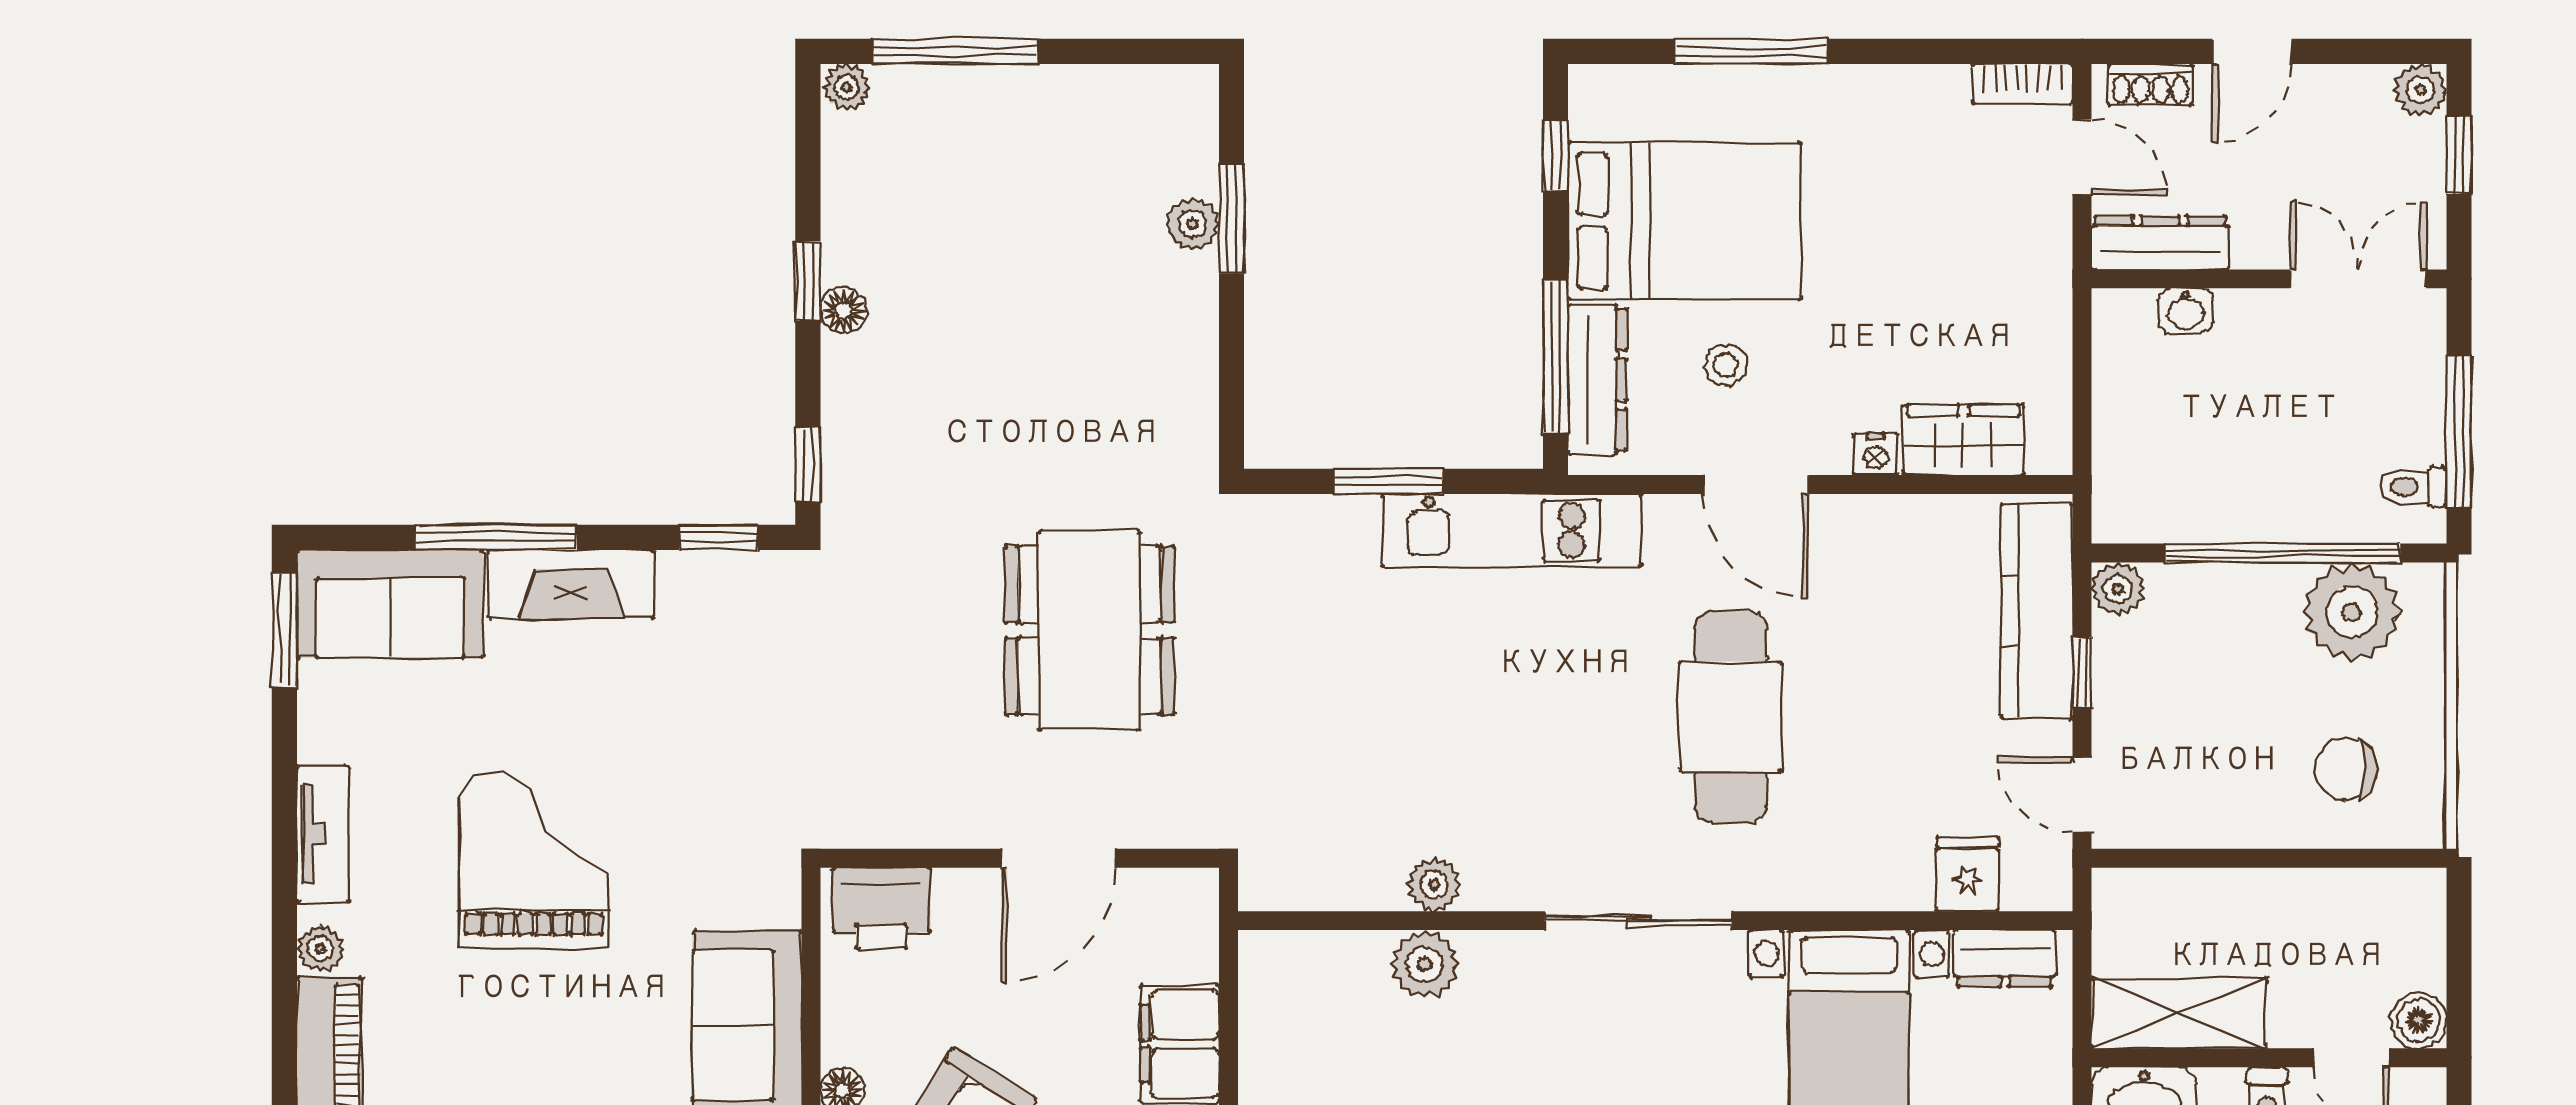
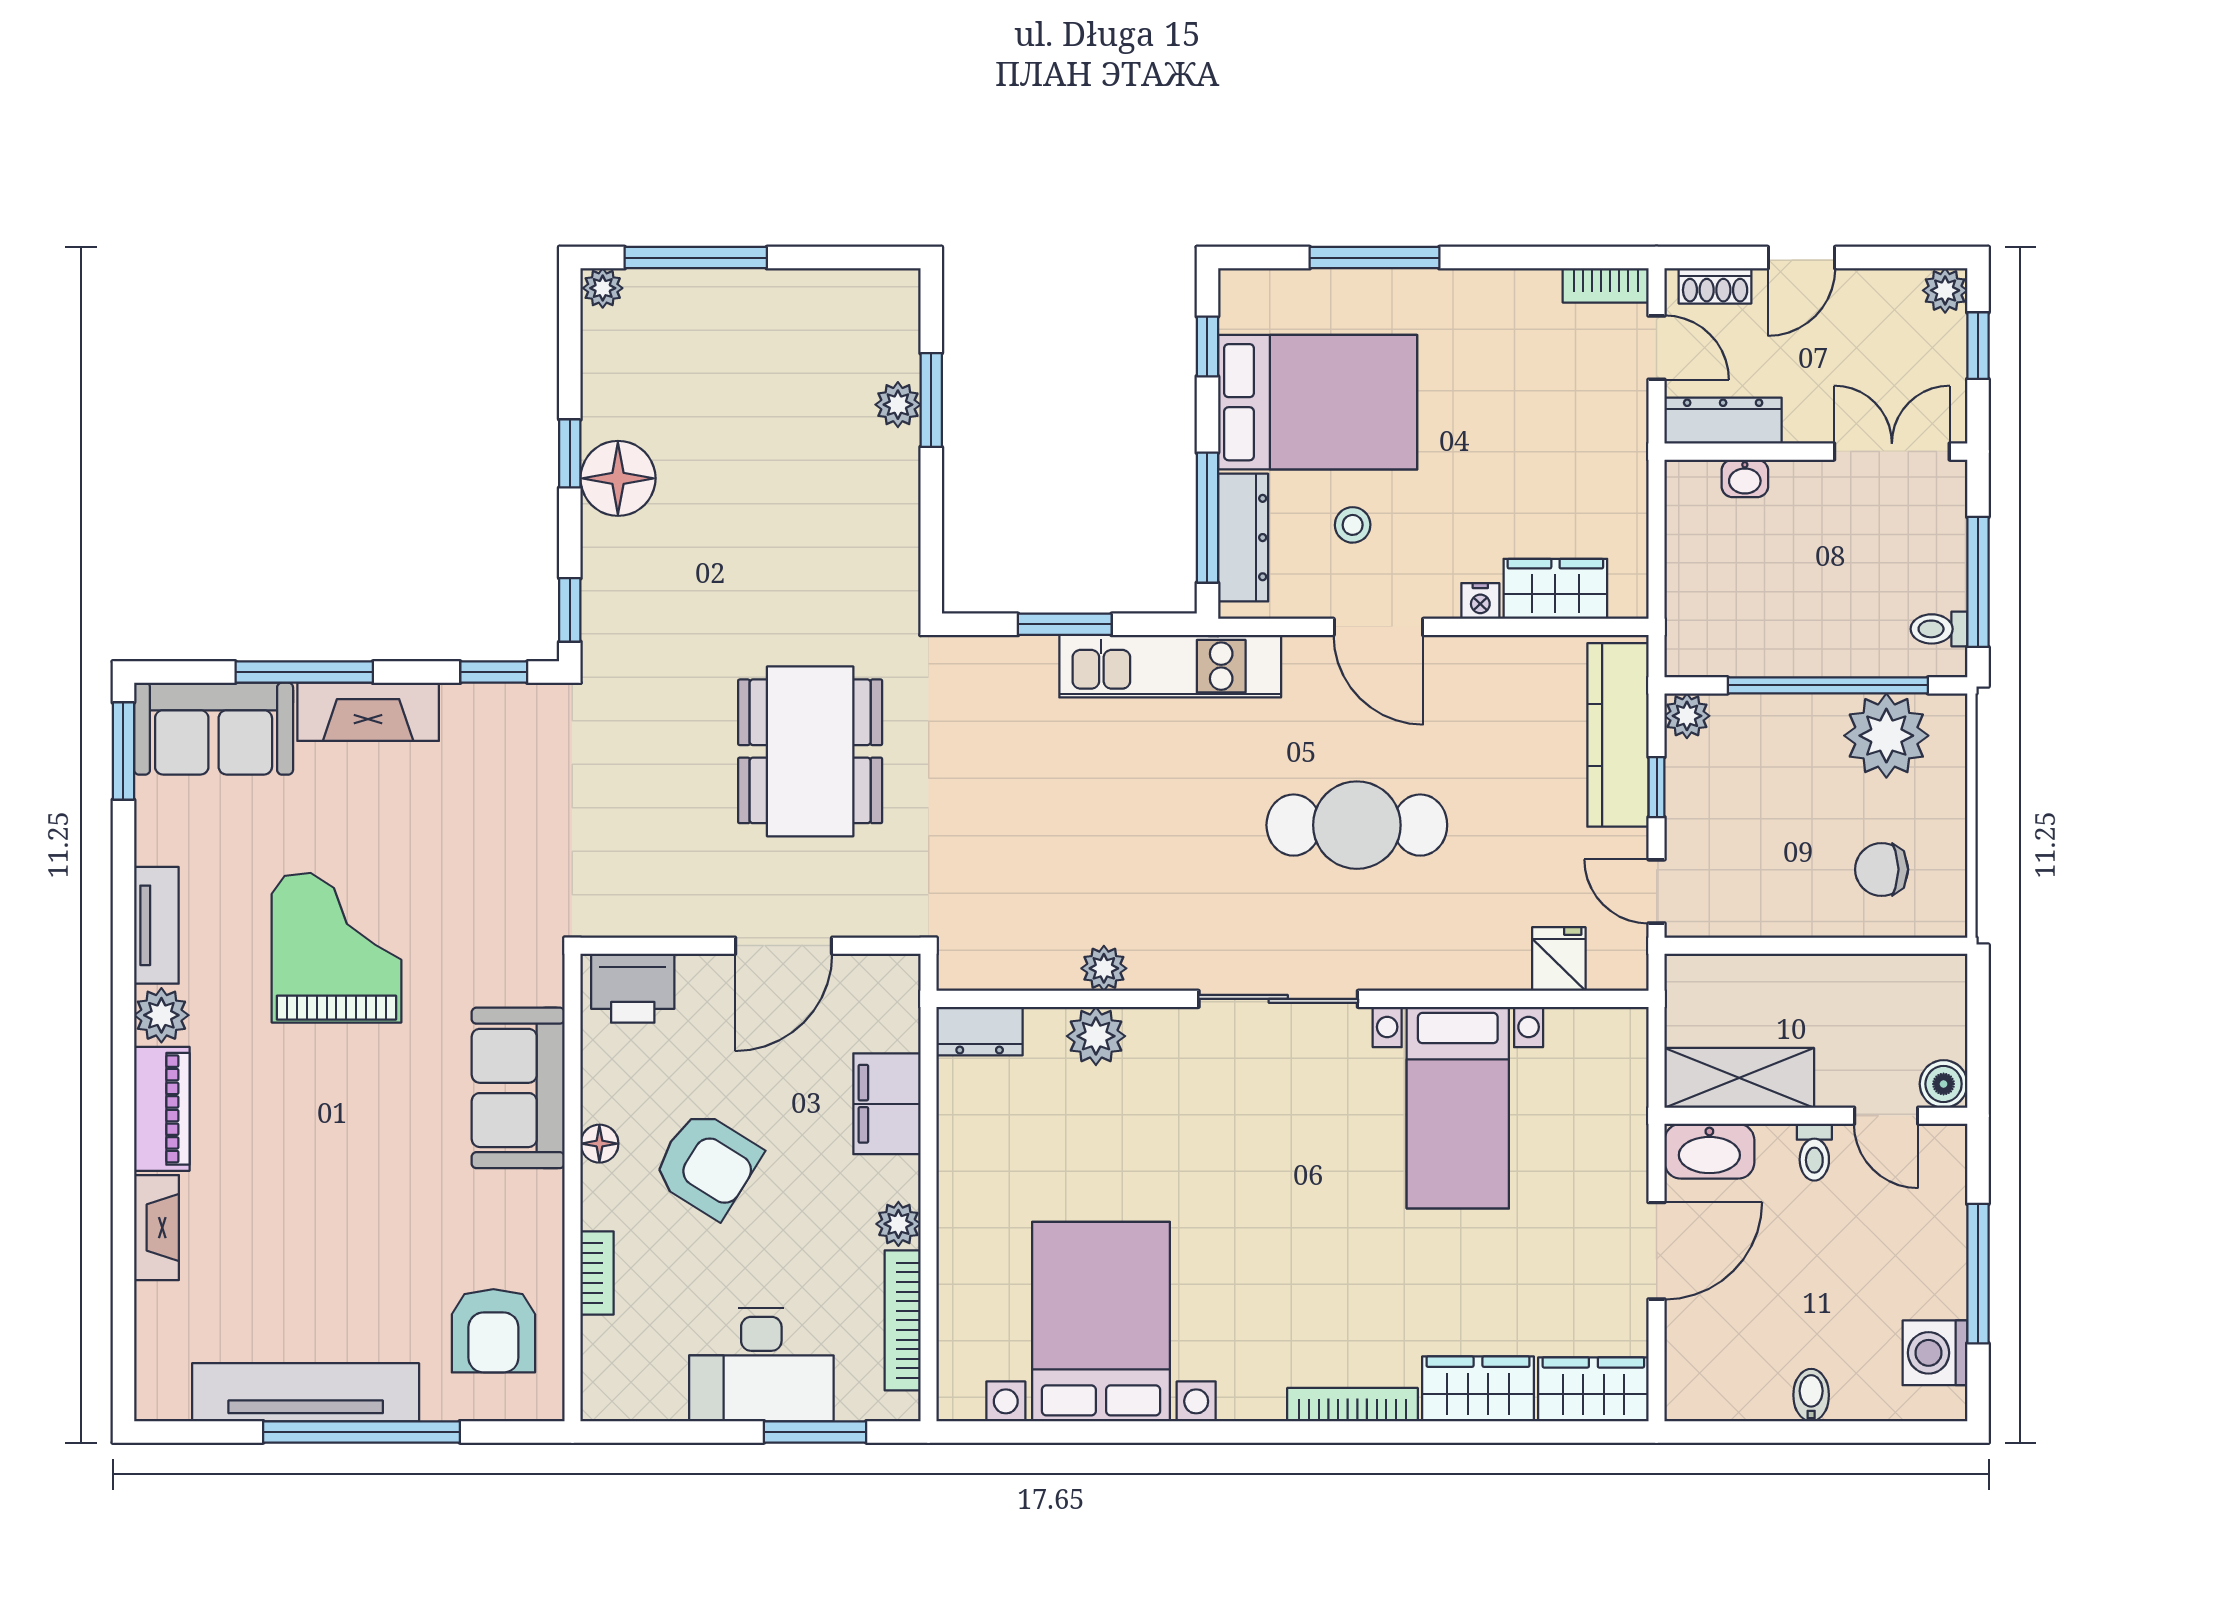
floor lamp: (844, 310) -> (618, 478), width x1.89, depth x1.89
cafe table: (1731, 717) -> (1357, 825), turned 90
plant: (320, 949) -> (161, 1015), width x1.38, depth x1.38
dresser: (2005, 958) -> (980, 1031), moved

